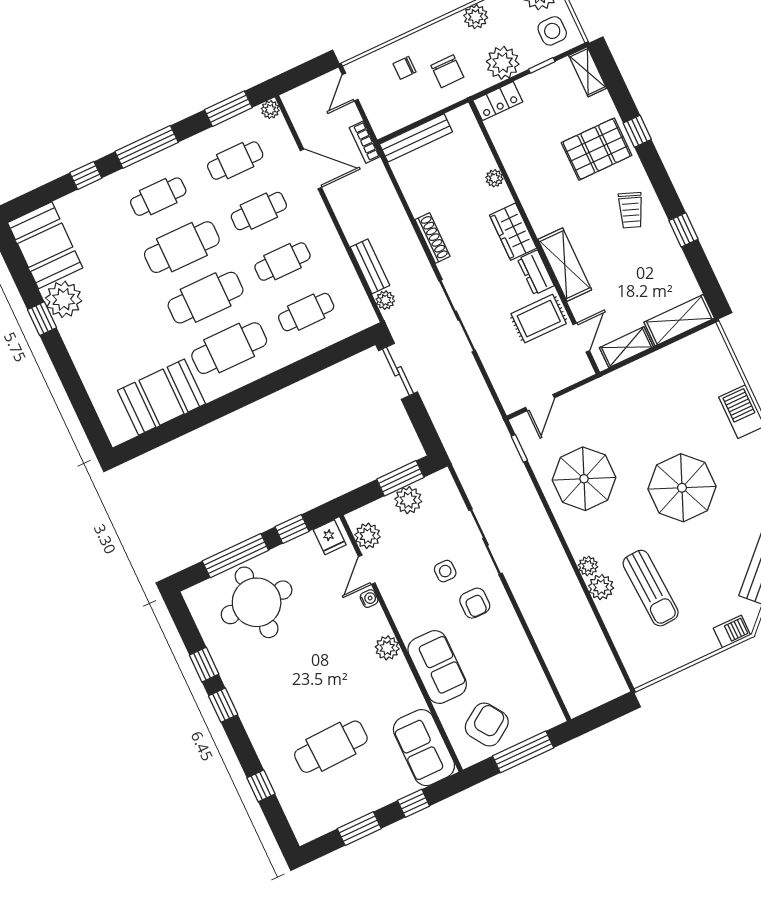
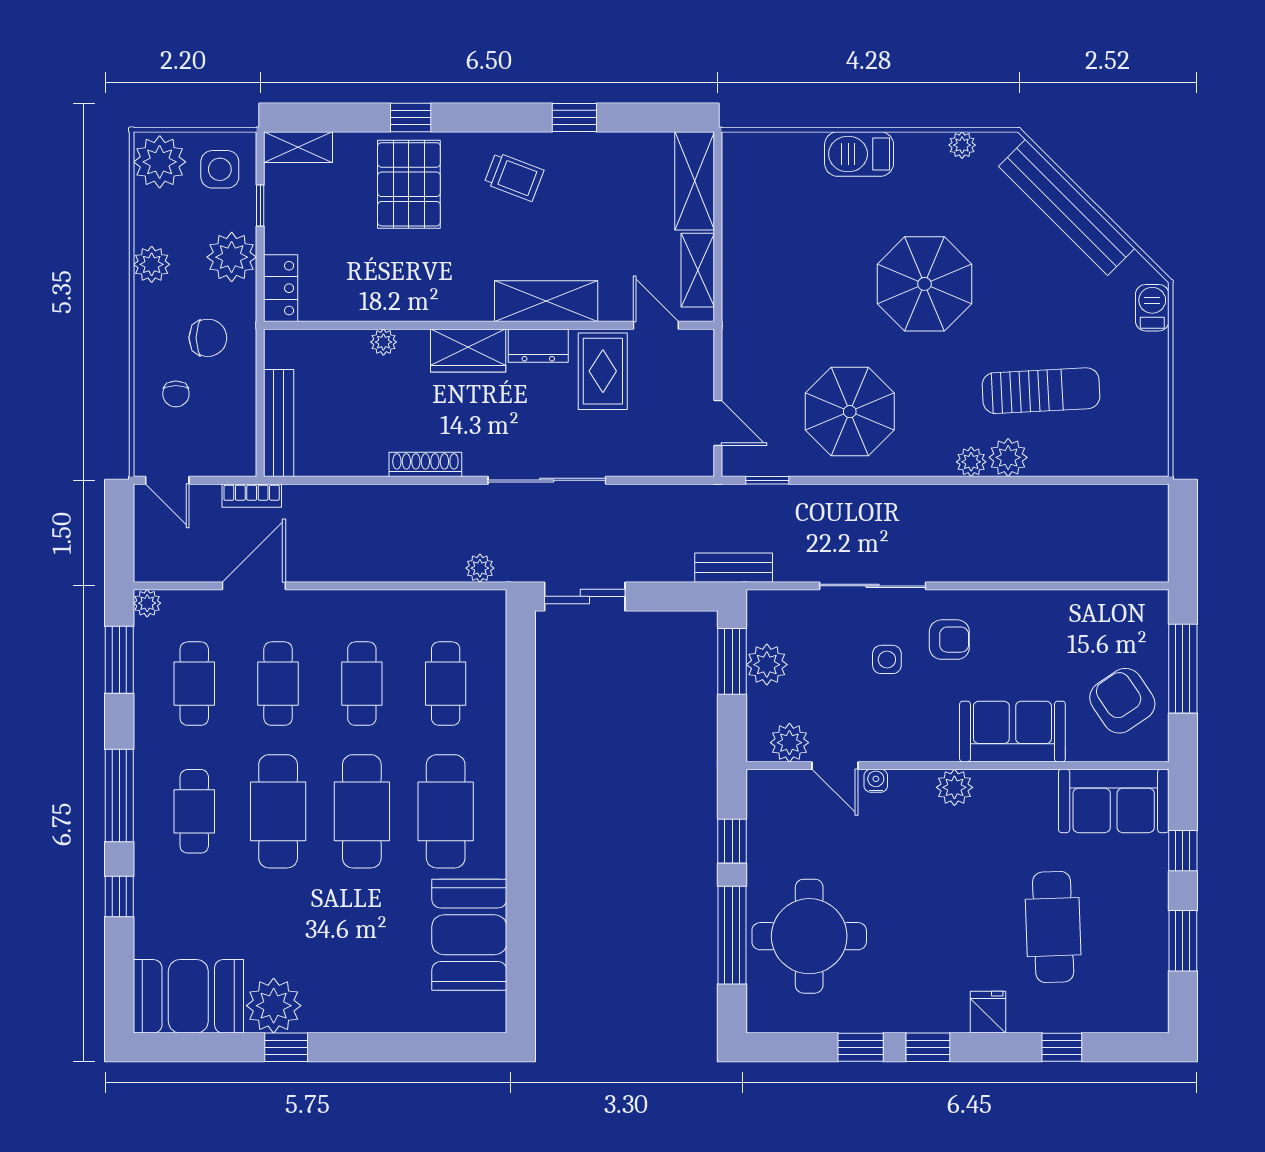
bench: (370, 266) -> (734, 568), moved
fridge: (330, 537) -> (988, 1012), moved, turned -90

